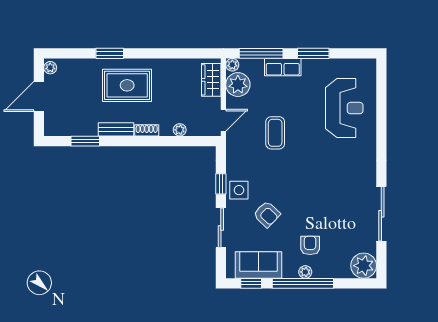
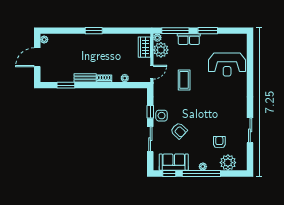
window: (110, 53) -> (94, 31), moved
rug: (127, 85) -> (92, 50), removed
reception desk: (344, 108) -> (227, 65), turned 90
sliding door: (381, 214) -> (250, 130), width x0.73
armchair: (310, 245) -> (219, 142), moved
plant: (364, 266) -> (228, 163), moved

